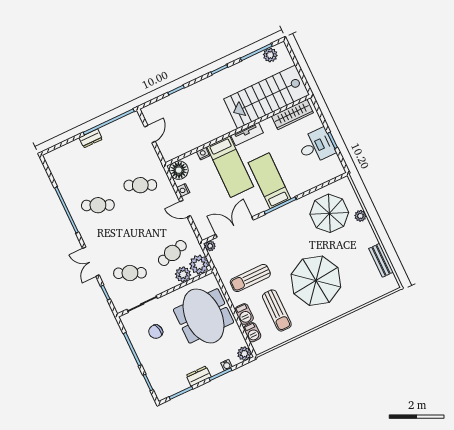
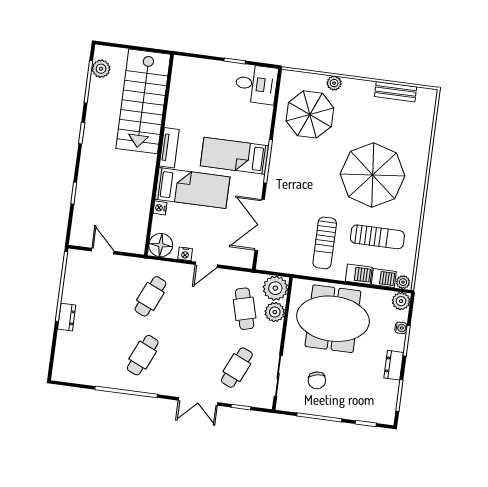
wardrobe: (292, 115) -> (180, 86), removed
desk: (316, 146) -> (256, 84), moved, turned 90
plant: (210, 246) -> (403, 282), moved

